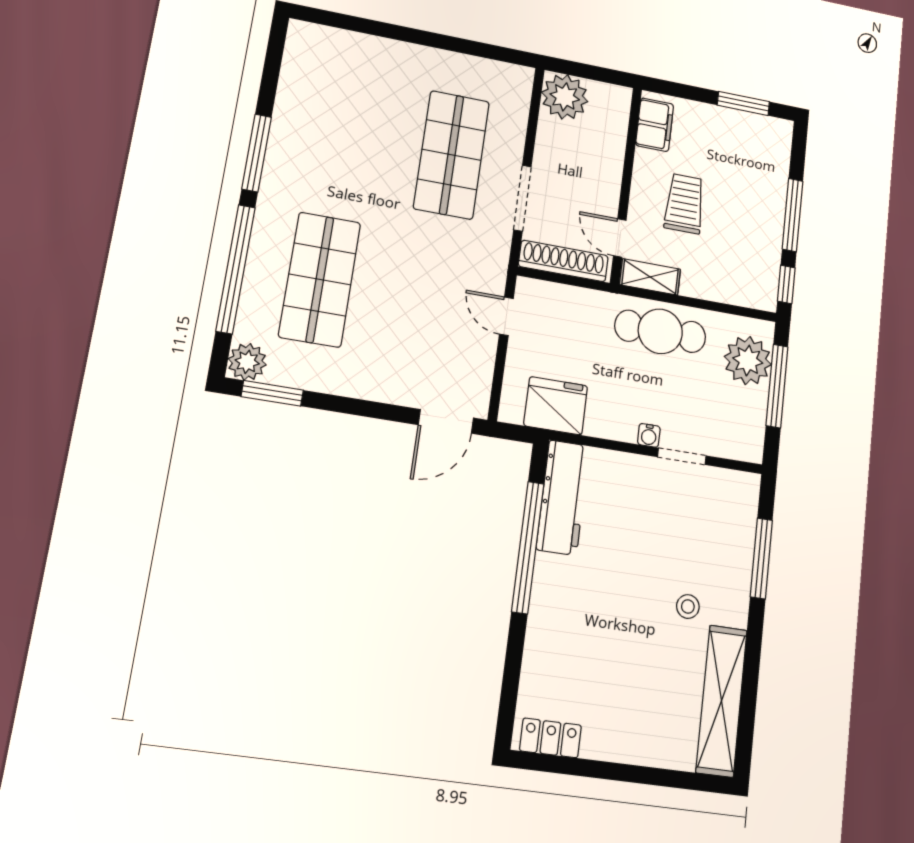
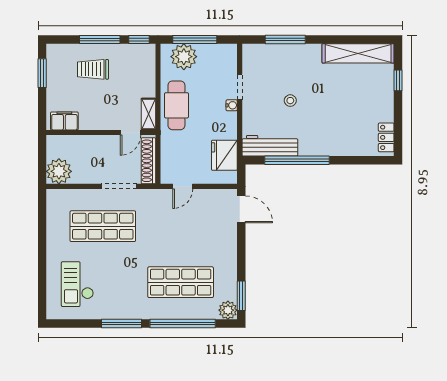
checkout: (348, 87) -> (77, 284), added
trolley: (684, 204) -> (93, 69), moved
stool: (688, 606) -> (290, 101), moved
window: (661, 777) -> (398, 80), added

